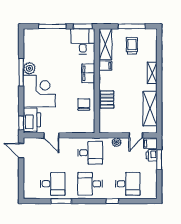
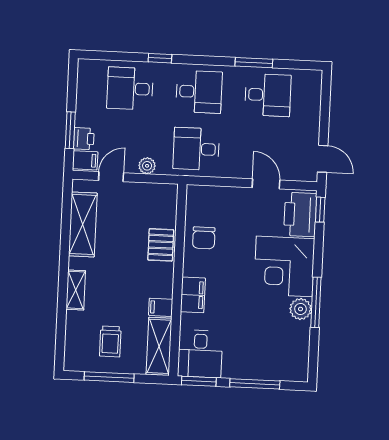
desk: (53, 184) -> (268, 95), turned 180

